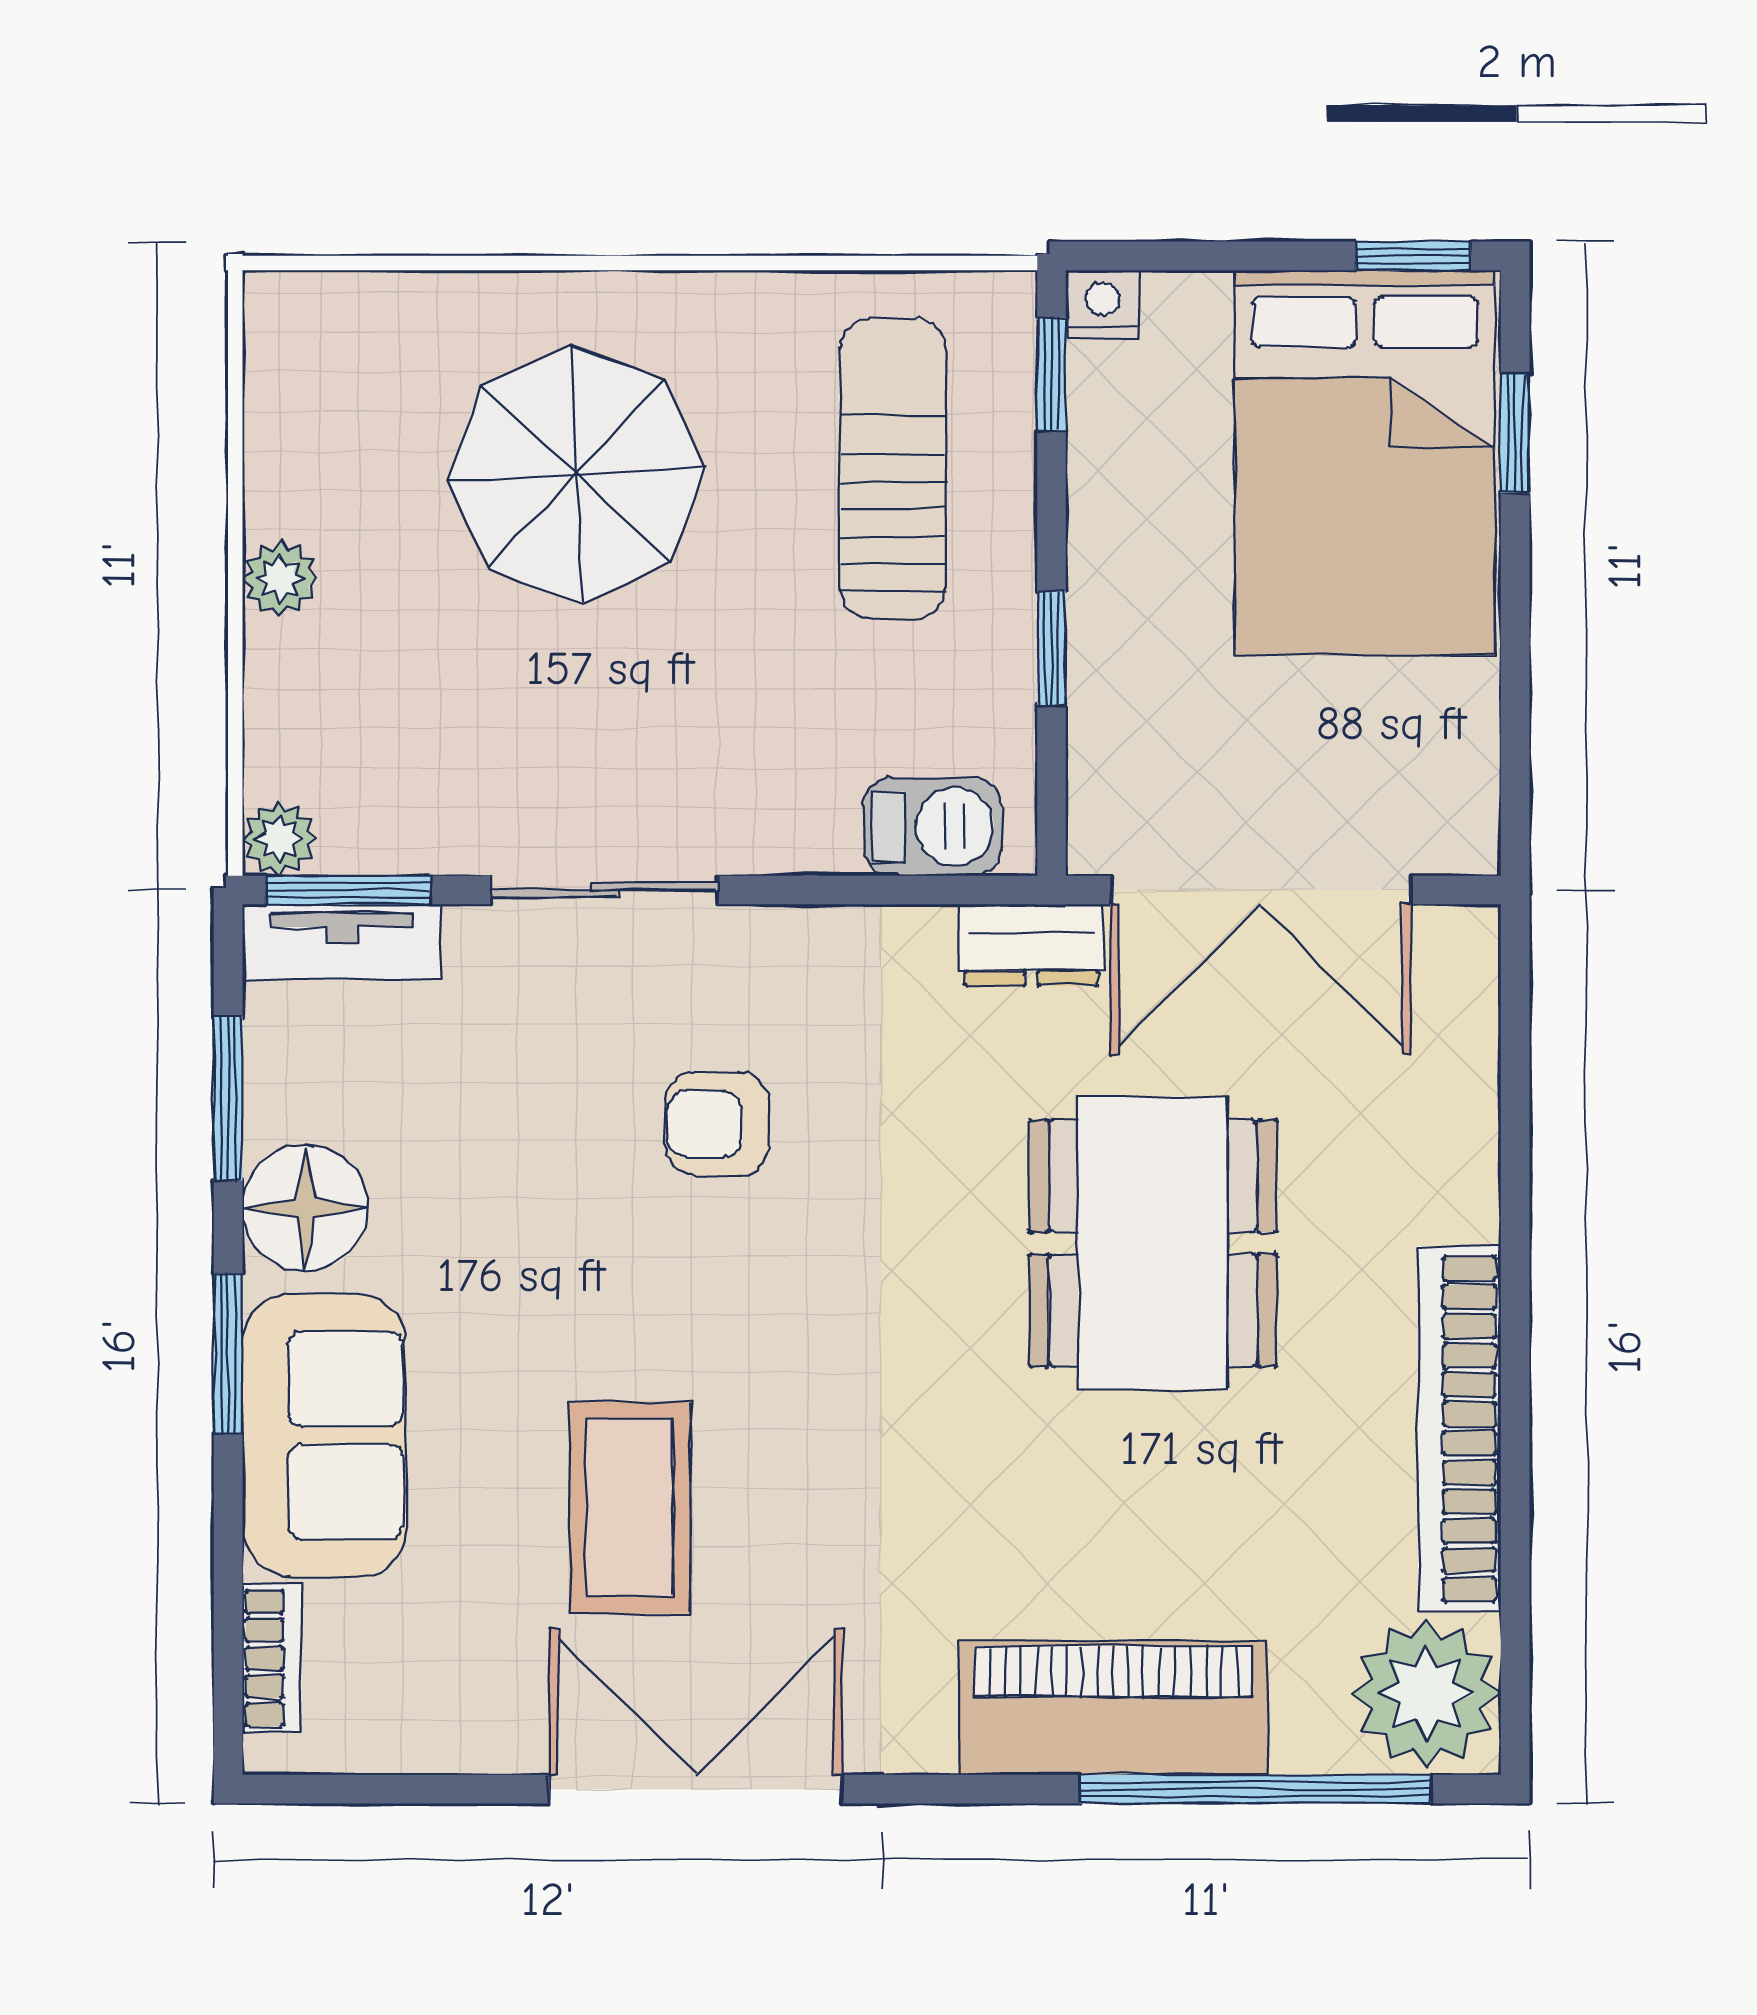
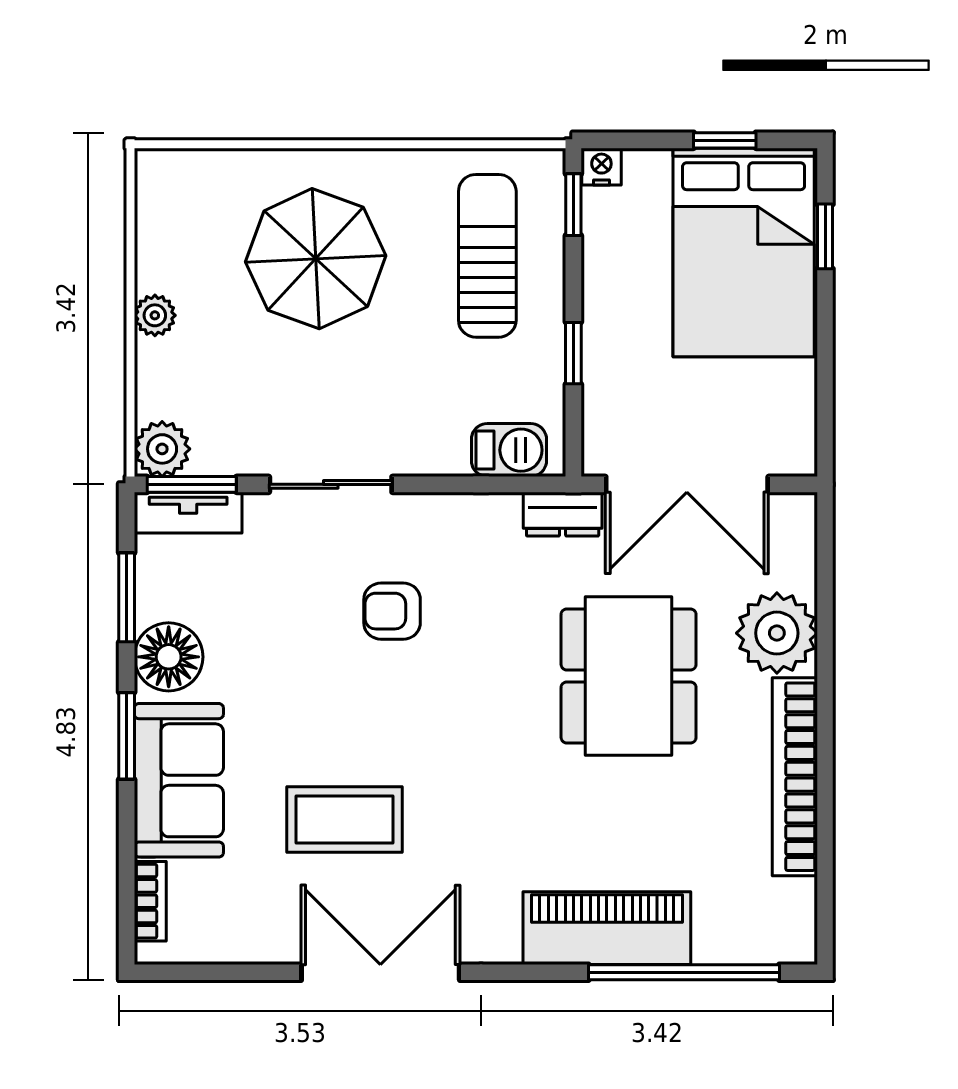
window: (1413, 256) -> (725, 140), moved
plant: (279, 839) -> (162, 449), width x1.38, depth x1.38
coffee table: (630, 1508) -> (345, 819), turned 90
plant: (1426, 1694) -> (777, 633), moved

